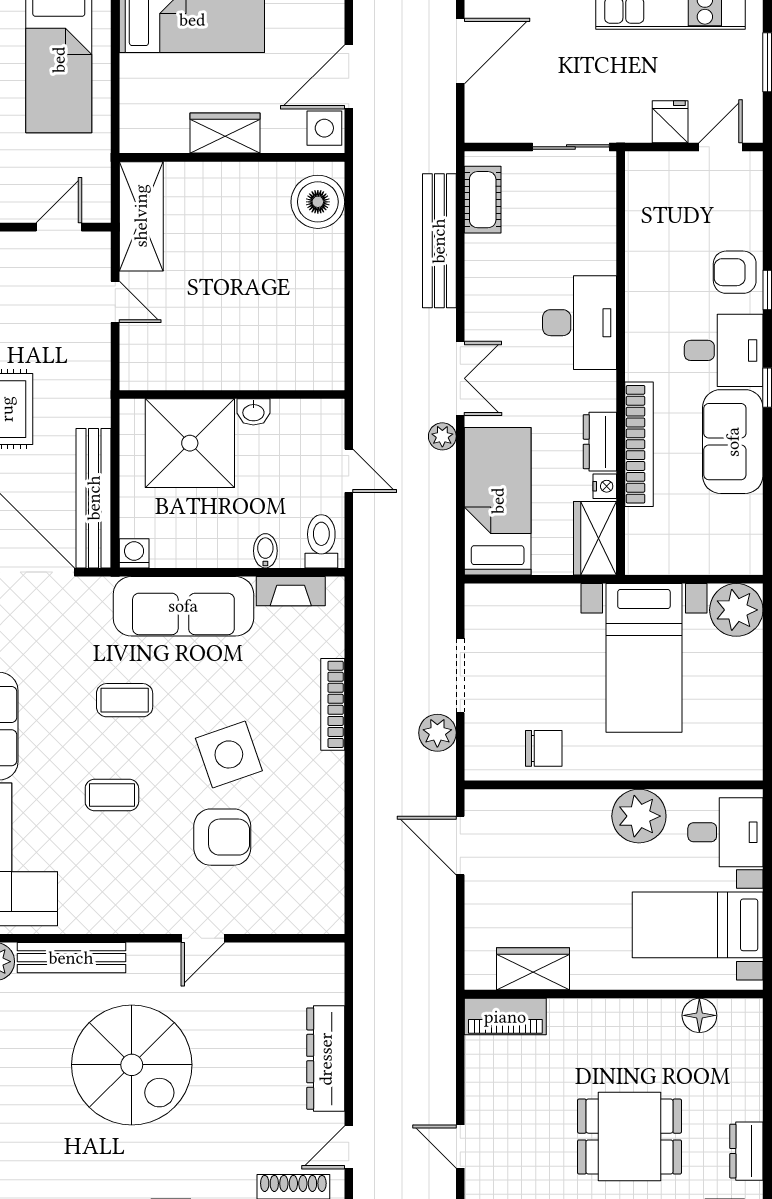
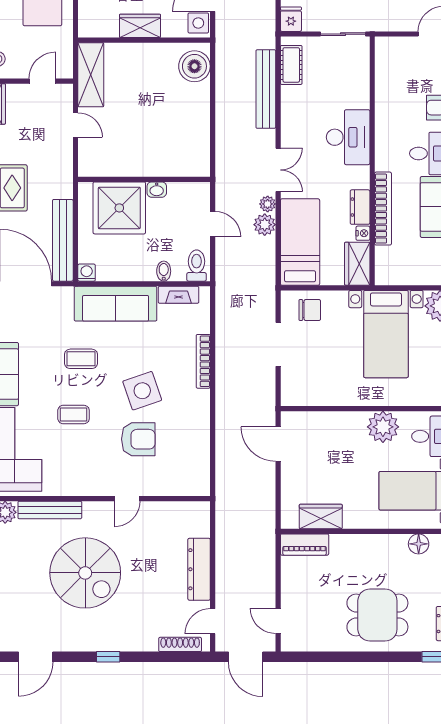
fridge: (670, 122) -> (291, 19), moved
plant: (437, 733) -> (265, 225), moved
chair: (544, 748) -> (310, 310), moved

